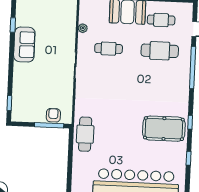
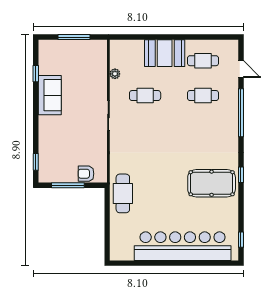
cafe table: (160, 51) -> (203, 96), width x0.73, depth x0.74
armchair: (53, 115) -> (86, 174), turned -90
window: (49, 125) -> (68, 185), moved
window: (189, 158) -> (241, 240), moved

